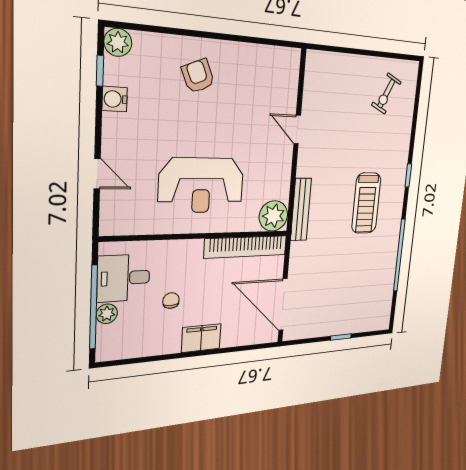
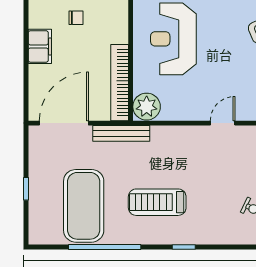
bench: (301, 210) -> (121, 133), moved
exercise mat: (362, 278) -> (84, 206), added

